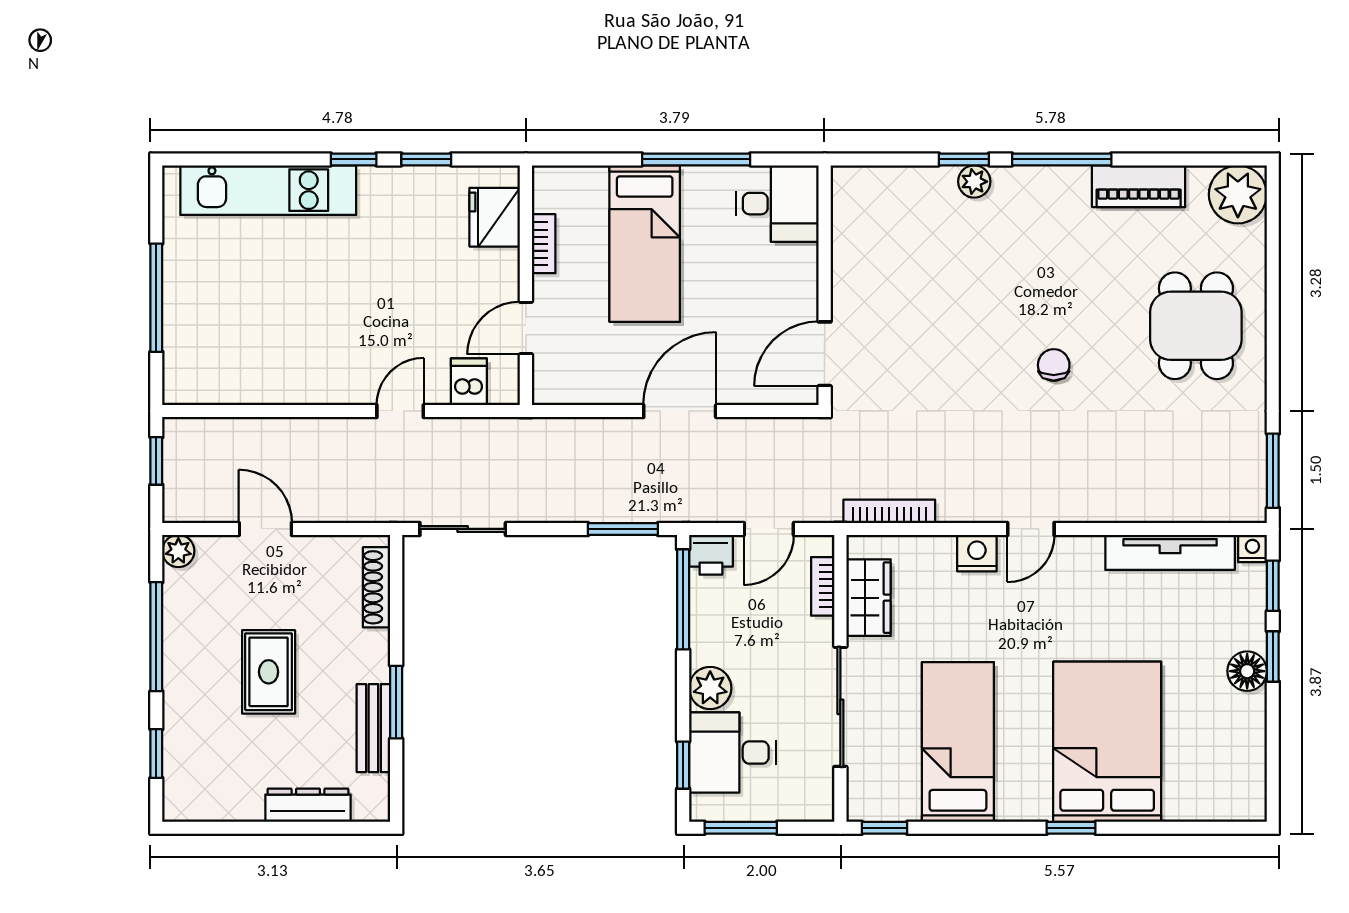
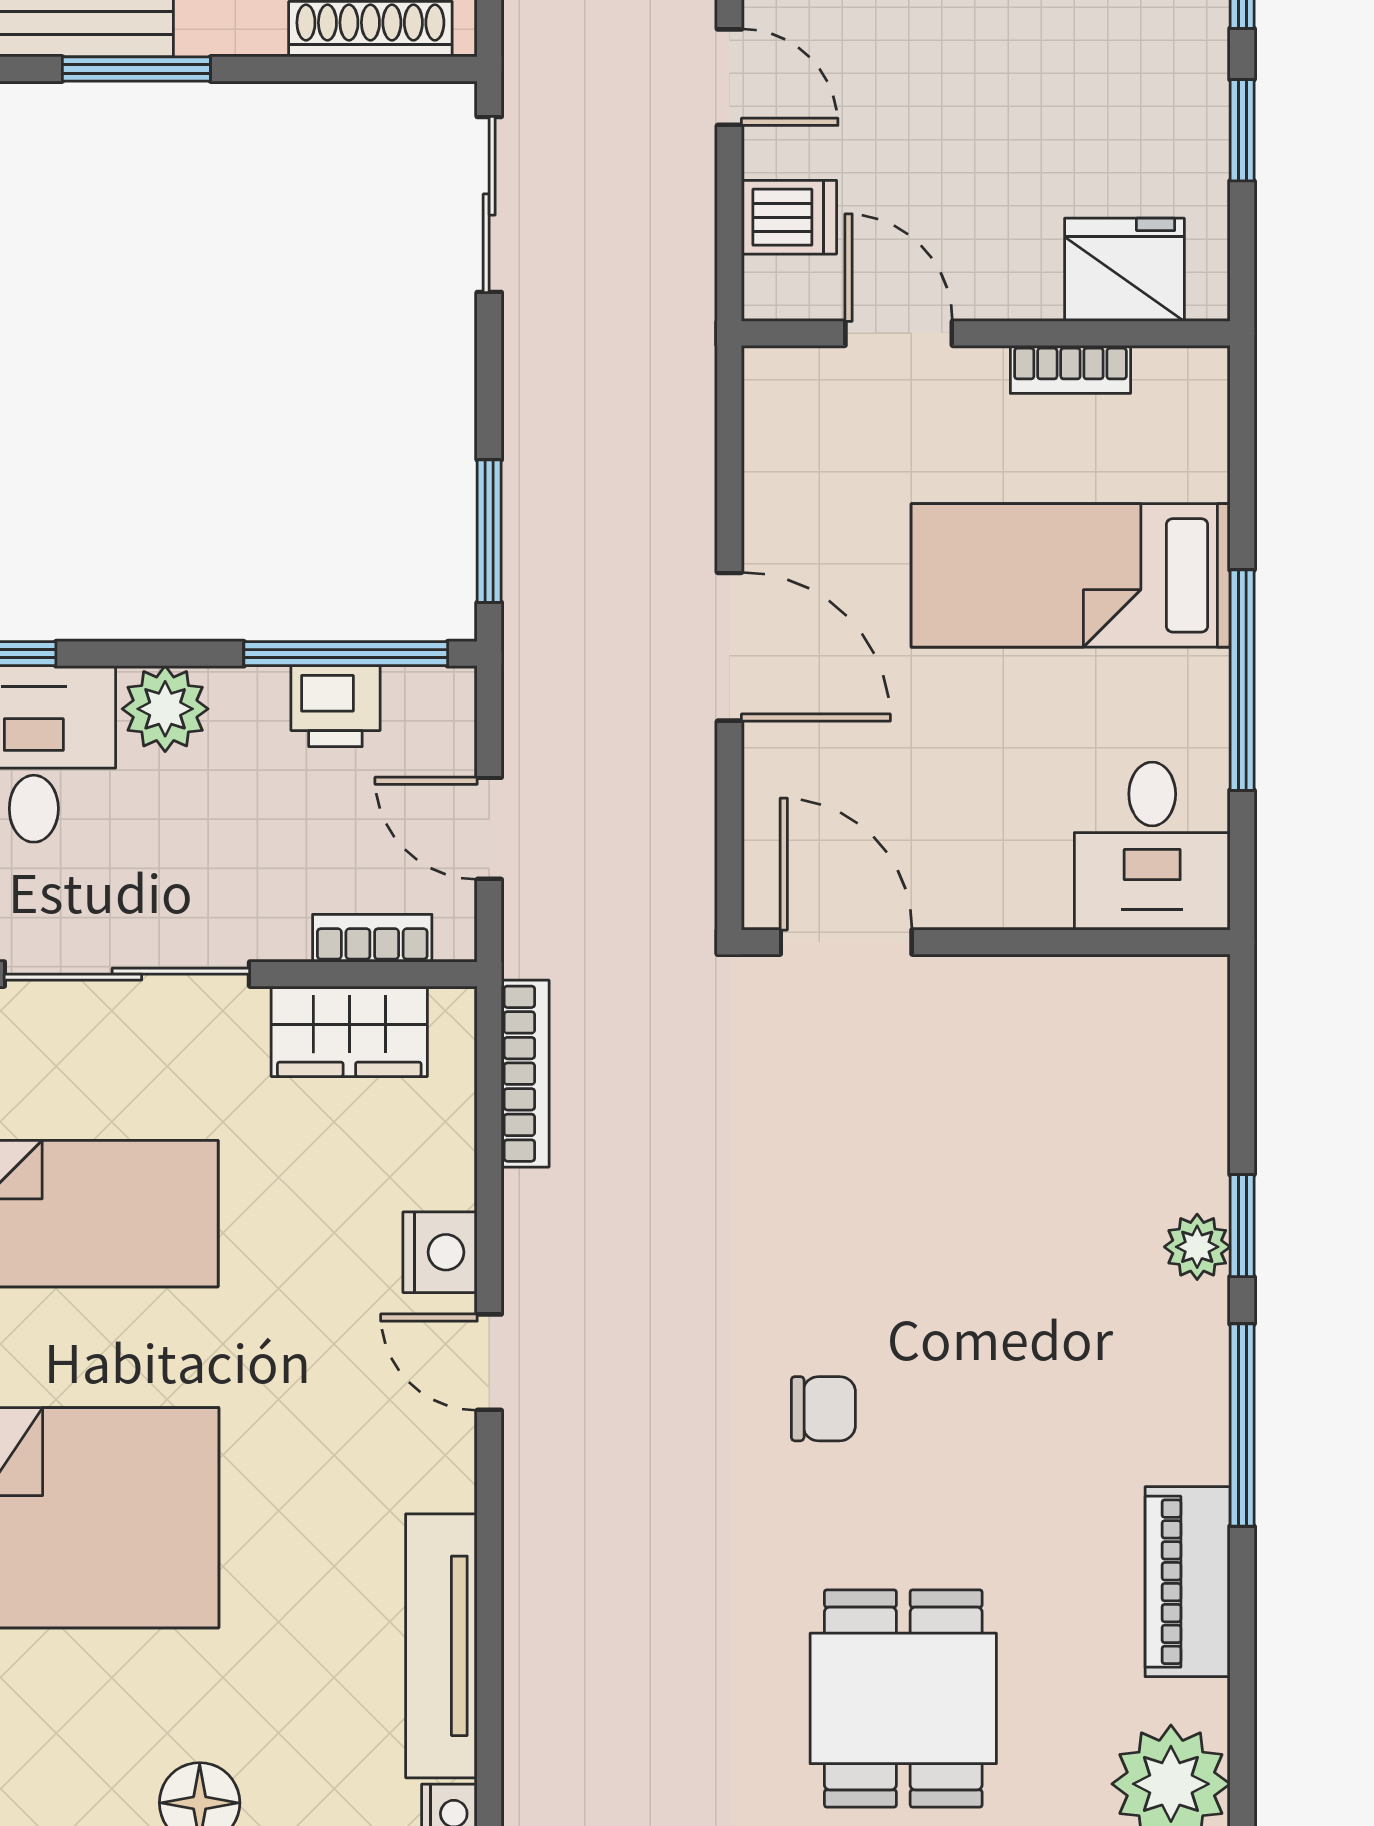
dining table: (1196, 326) -> (903, 1698), turned 90
printer: (711, 555) -> (335, 706), moved, turned -90

